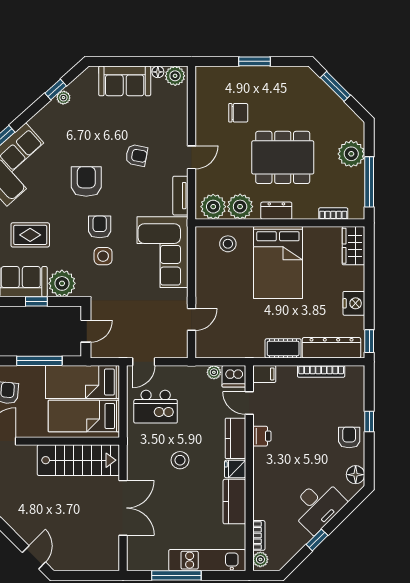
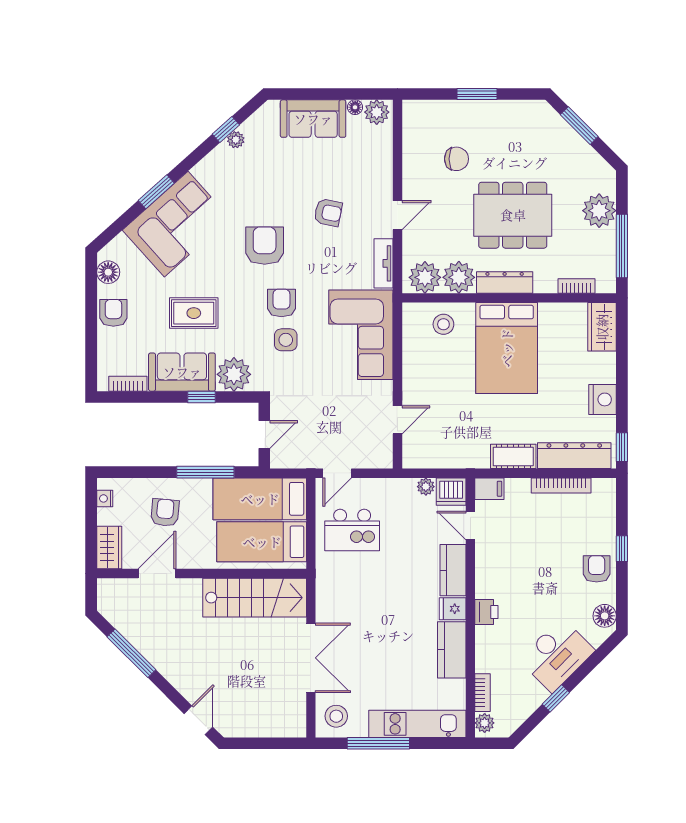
dresser: (276, 211) -> (505, 282), width x1.44
printer: (262, 436) -> (486, 612), moved
stool: (180, 460) -> (336, 716), moved

